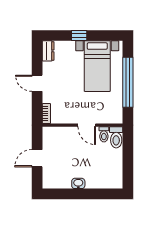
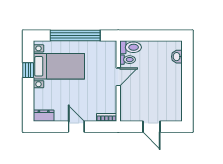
window: (79, 35) -> (28, 70), moved
door: (37, 83) -> (76, 127), swing flipped
washbasin: (78, 183) -> (177, 57), moved

